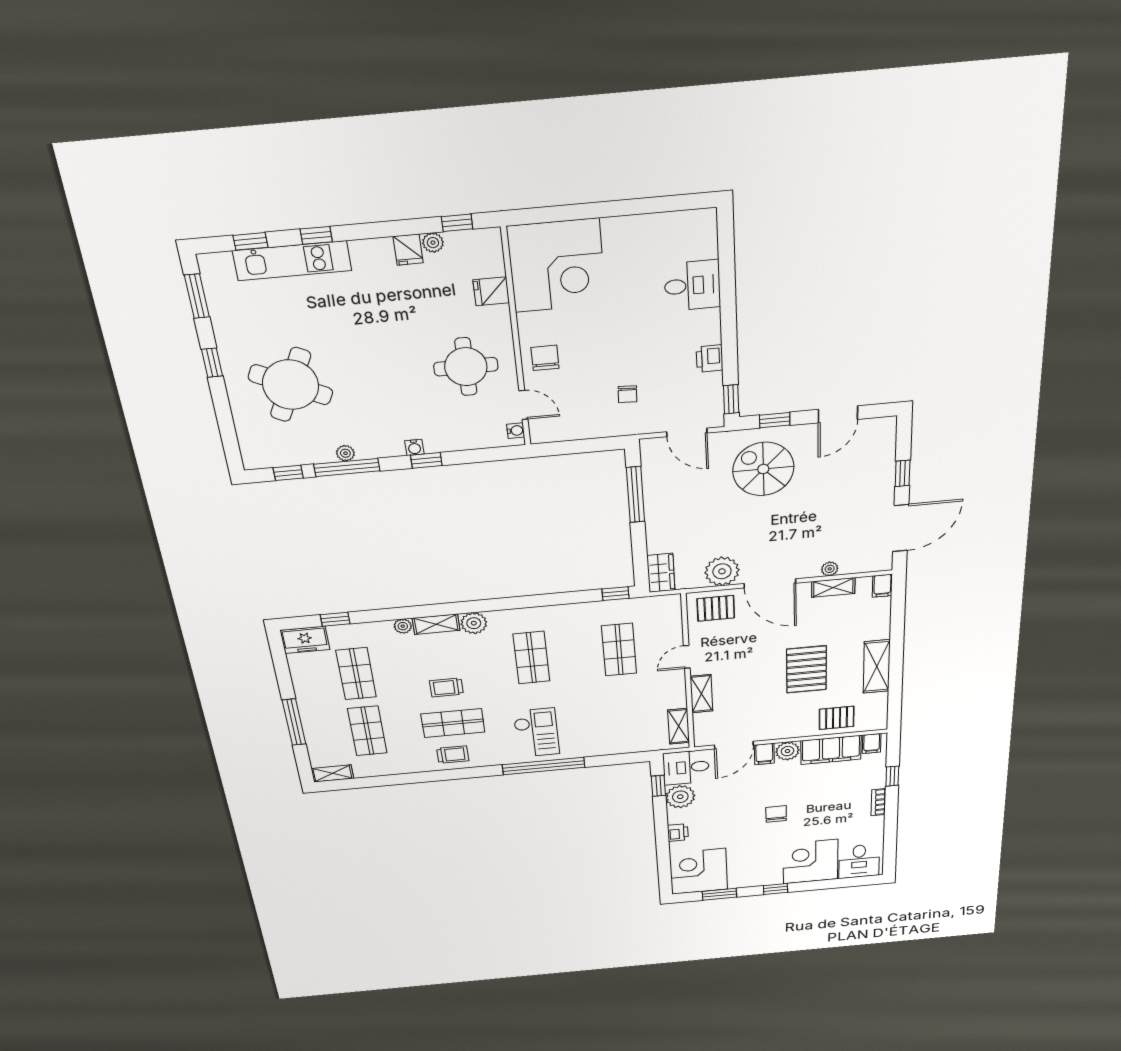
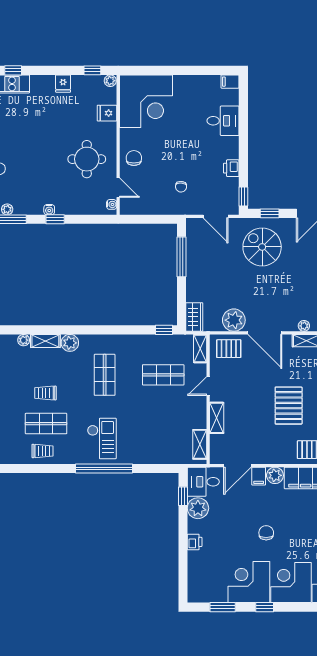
filing cabinet: (702, 220) -> (230, 82), added
plant: (433, 243) -> (110, 81), moved
shelving: (672, 612) -> (200, 349), added
shop shelf: (619, 650) -> (163, 375), turned 90
corner desk: (699, 871) -> (249, 582), moved

